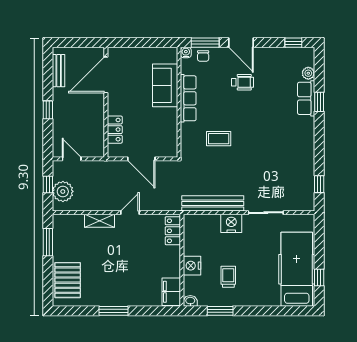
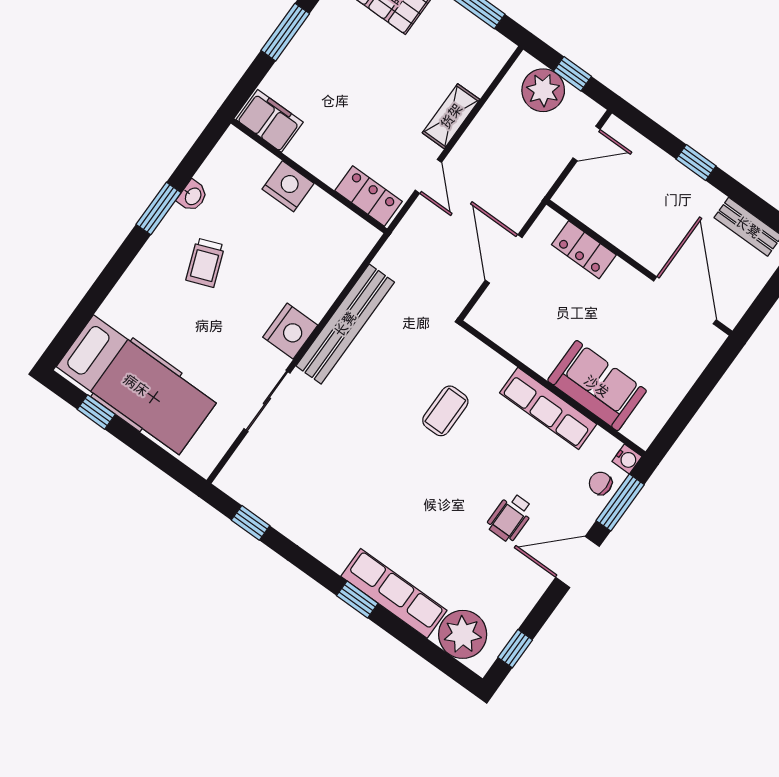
plant: (308, 73) -> (463, 634), width x1.87, depth x1.87
row of seats: (306, 98) -> (394, 593), width x1.48
window: (319, 102) -> (357, 600), moved
door: (141, 159) -> (504, 259), hinge flipped
locker: (173, 231) -> (369, 196), moved
wall: (182, 260) -> (309, 176), moved
nightstand: (192, 266) -> (288, 186), moved
trolley: (228, 277) -> (205, 263), turned 69
filing cabinet: (171, 292) -> (270, 121), moved
washbasin: (190, 301) -> (193, 196), moved

